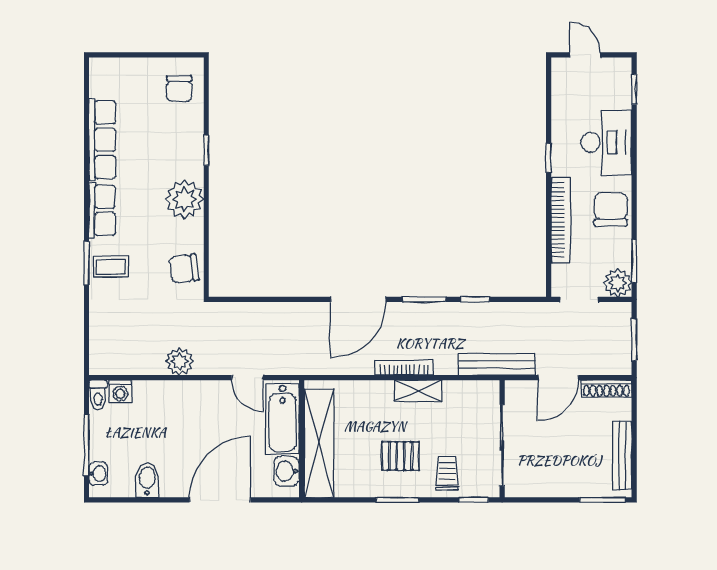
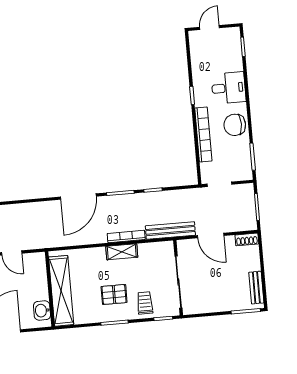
door: (585, 55) -> (210, 27), hinge flipped
desk: (606, 142) -> (229, 88), width x0.73
chair: (611, 209) -> (235, 125), turned -90
plant: (618, 283) -> (243, 172), removed
bookcase: (404, 368) -> (126, 236), moved
door: (558, 378) -> (211, 235), hinge flipped
shoe rack: (606, 389) -> (247, 239), width x0.70
bathtub: (282, 419) -> (36, 277), removed
bench: (622, 455) -> (256, 288), width x0.73

